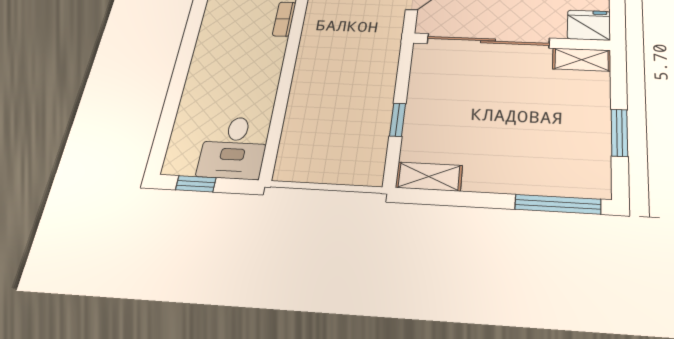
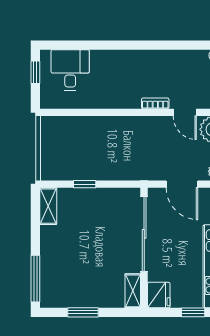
desk: (234, 148) -> (70, 70), moved, turned 90

